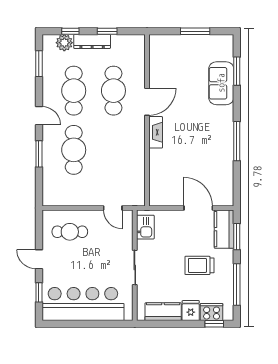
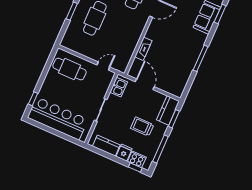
fireplace: (156, 132) -> (143, 49), moved
door: (113, 208) -> (103, 66), swing flipped
door: (198, 208) -> (145, 84), moved
cafe table: (70, 232) -> (70, 69), width x1.37, depth x1.35
door: (39, 259) -> (42, 78), removed

